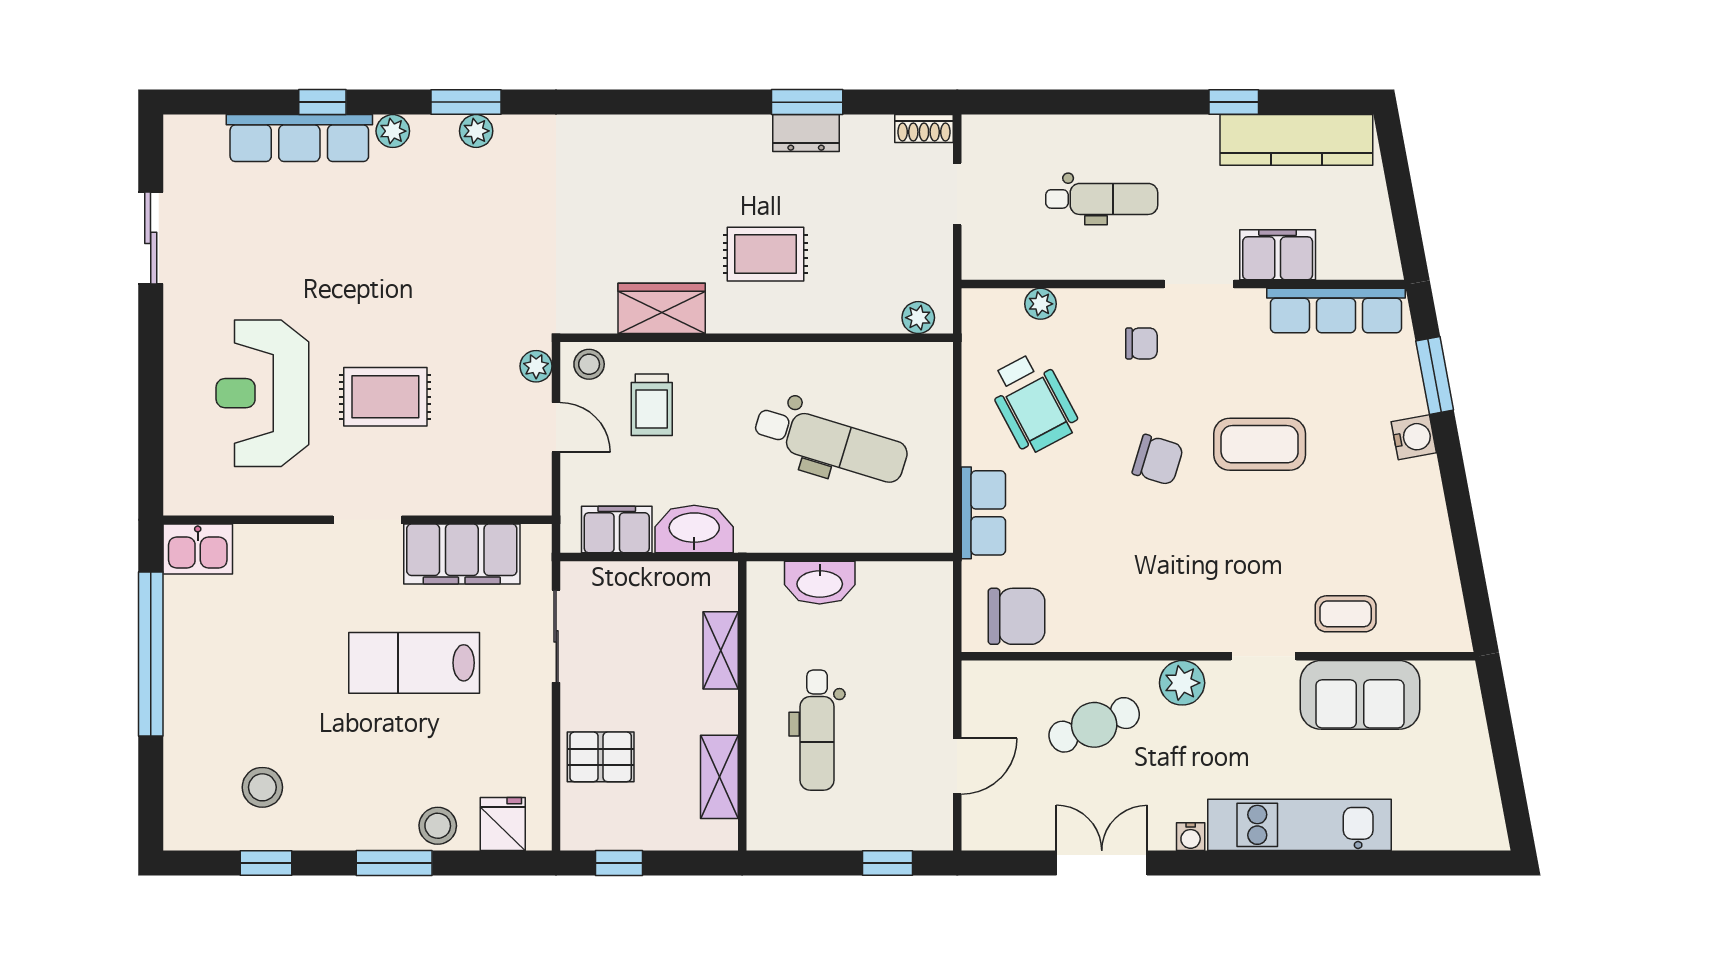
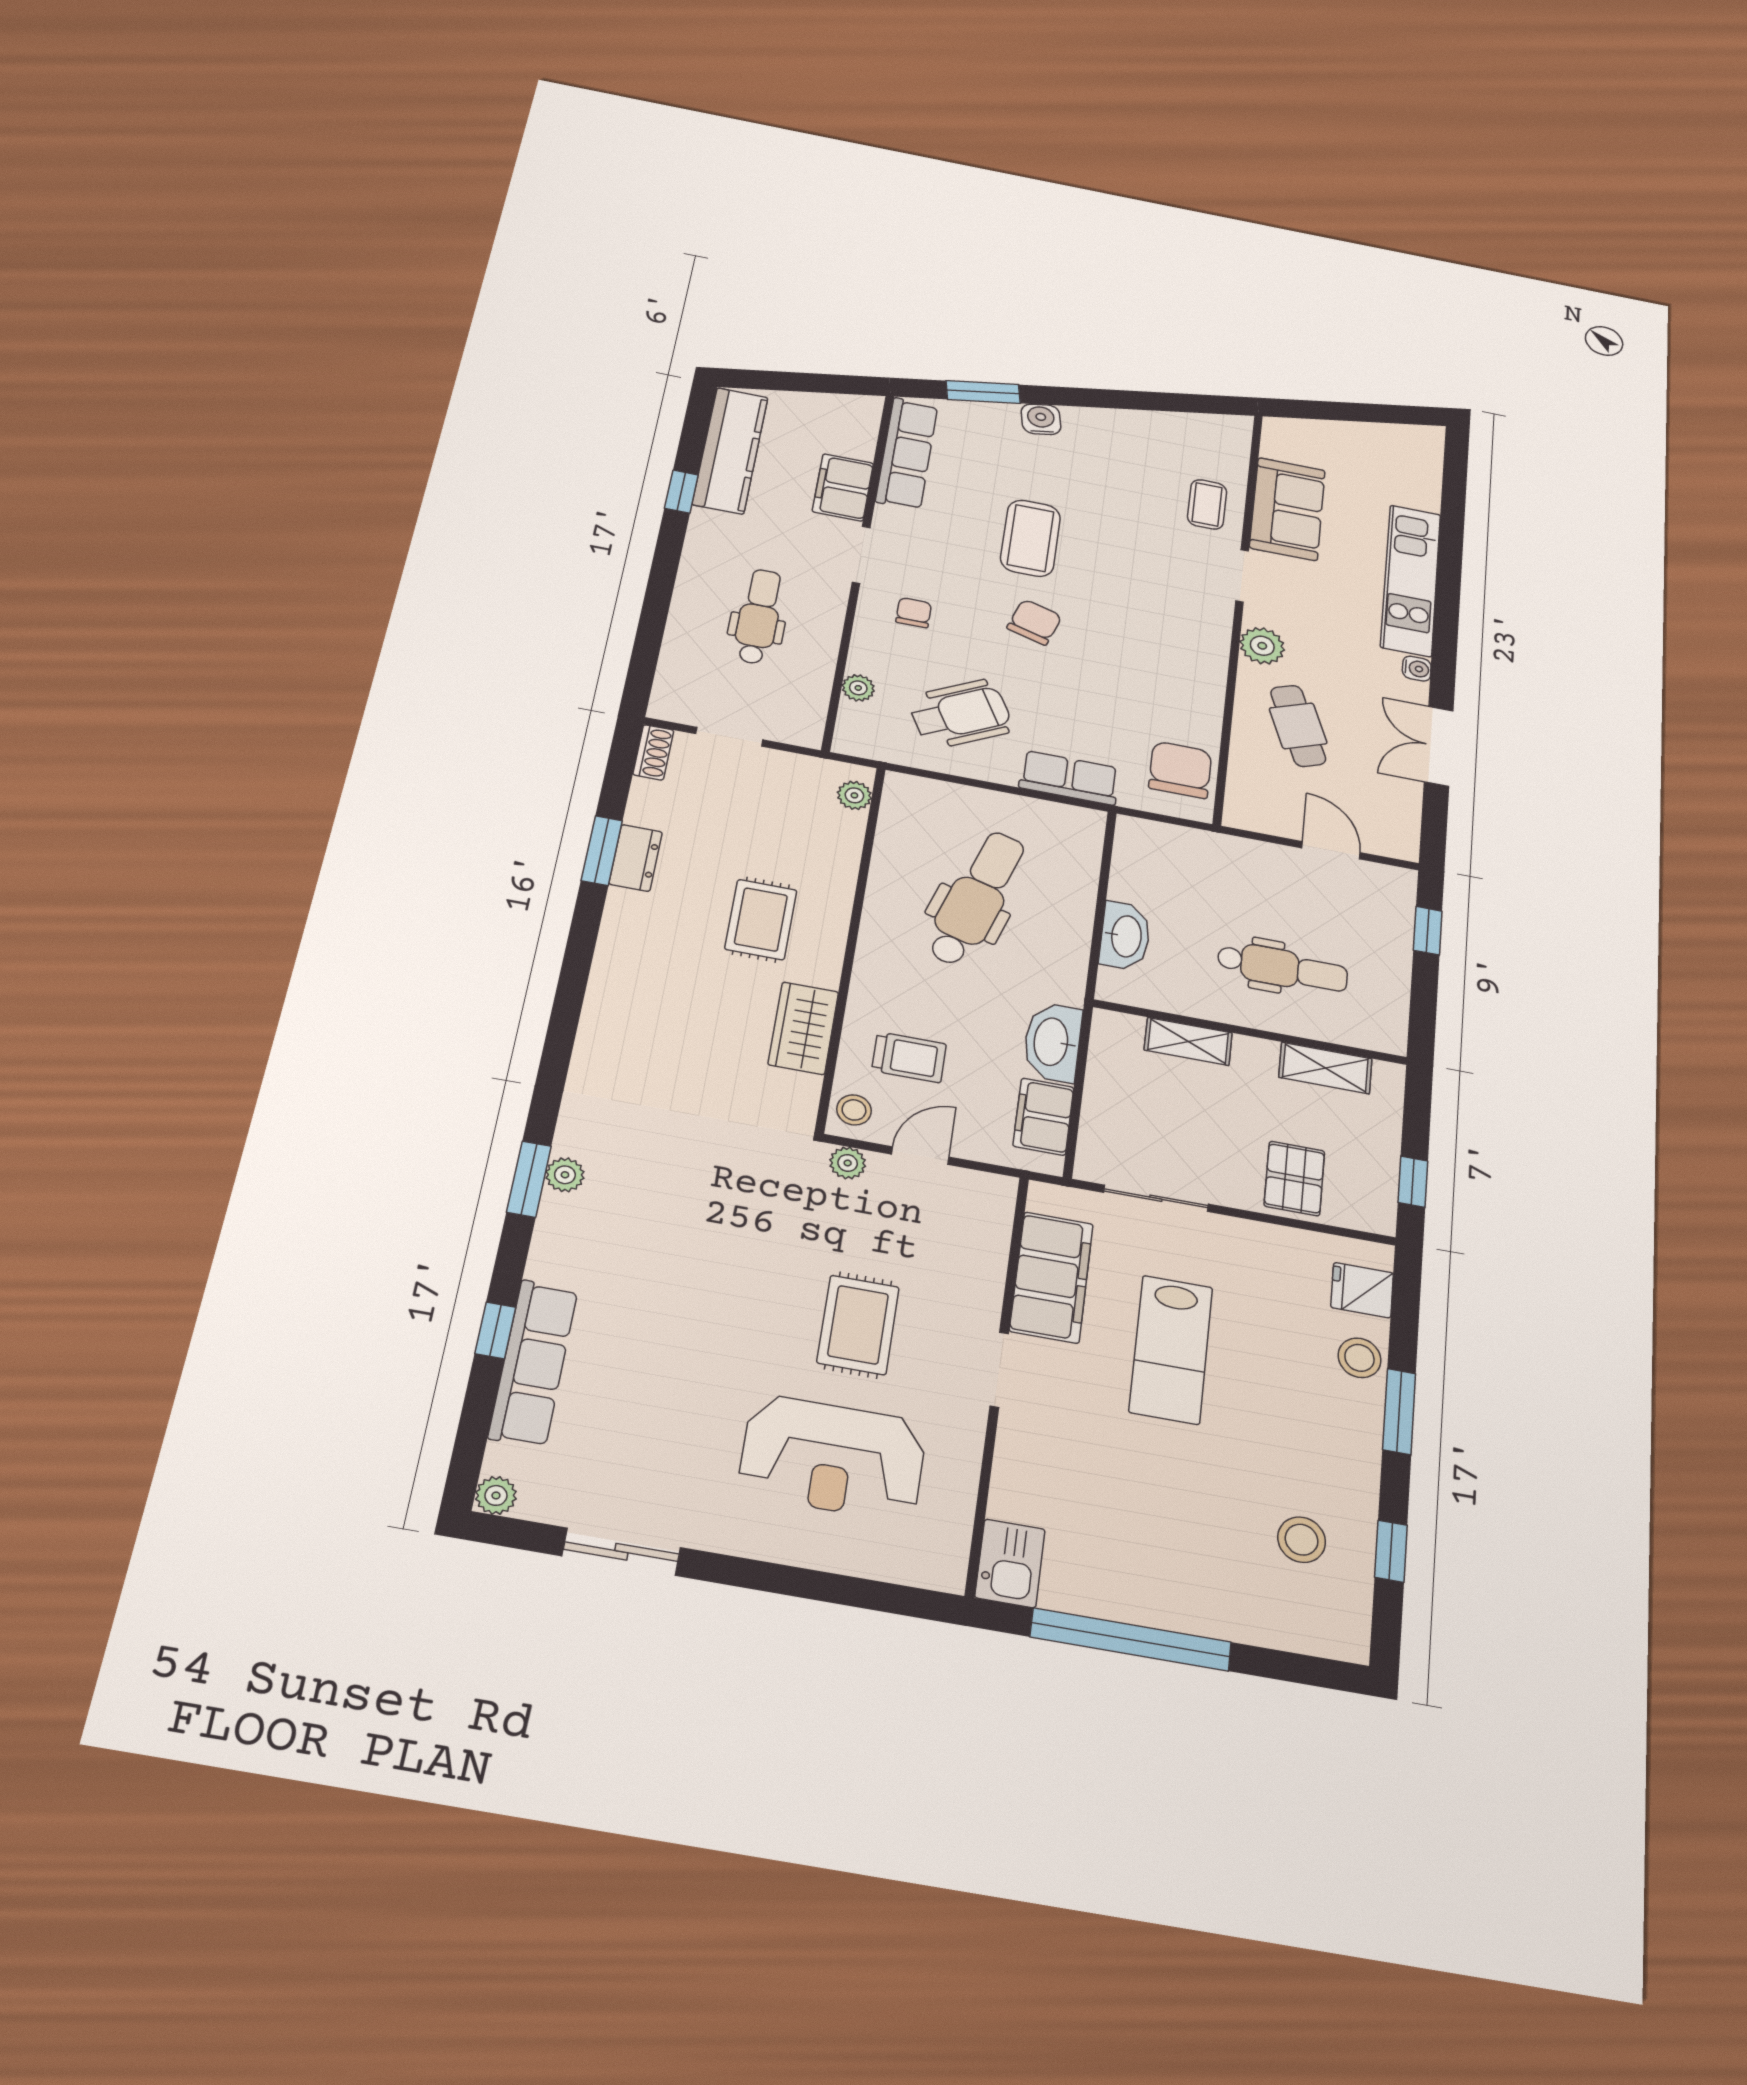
plant: (393, 131) -> (496, 1495), moved

